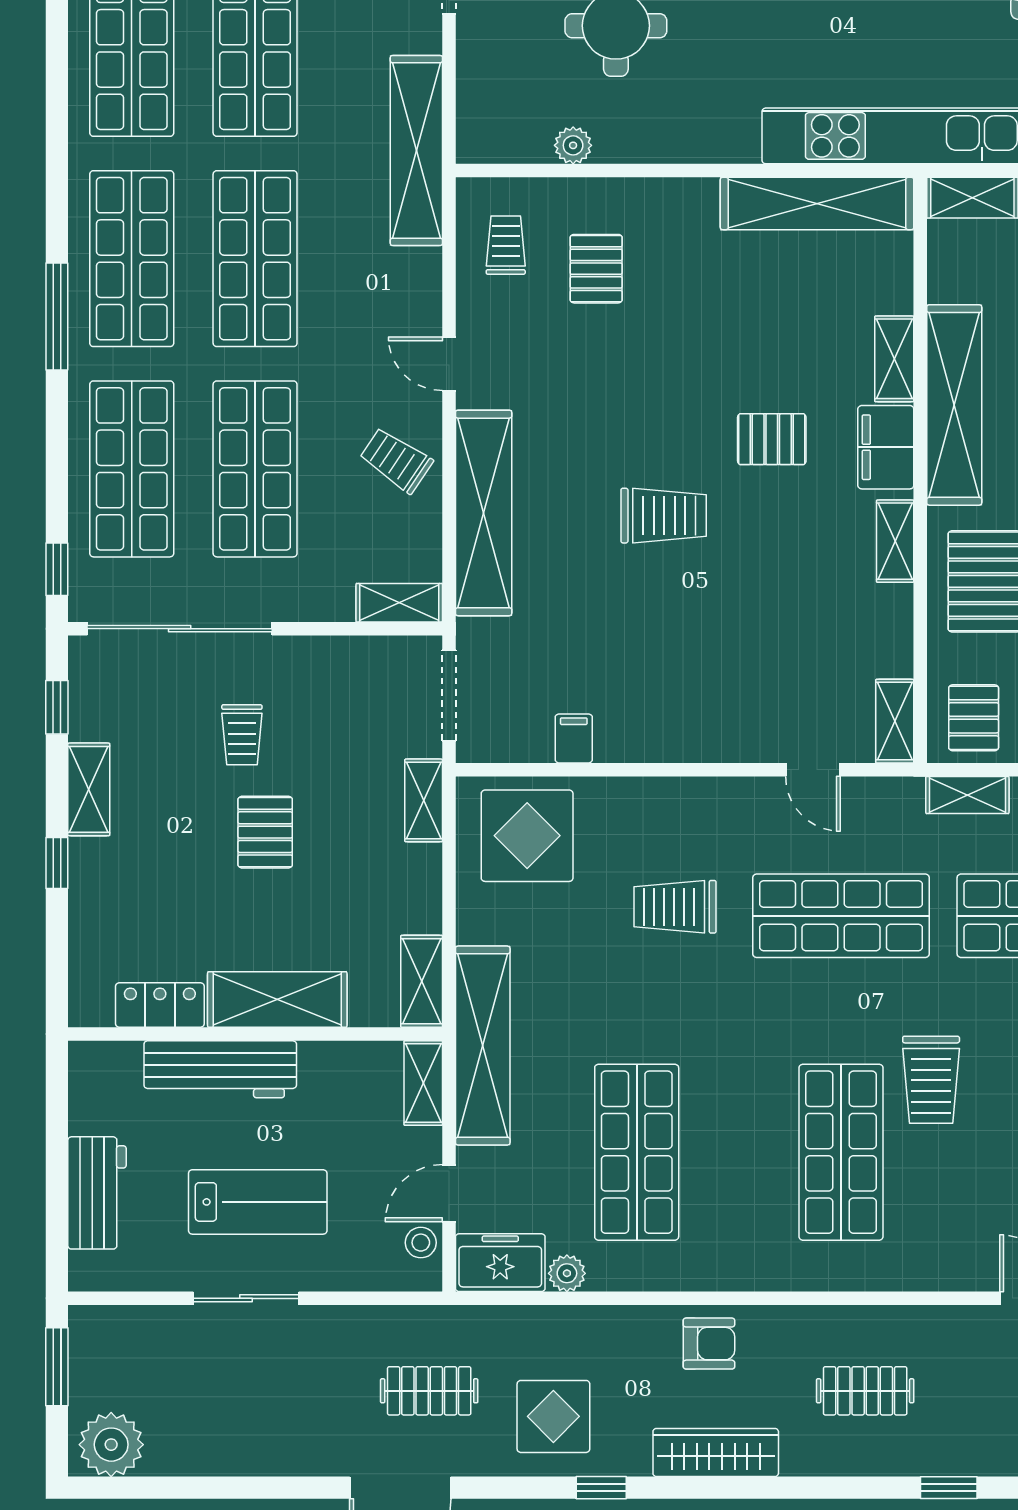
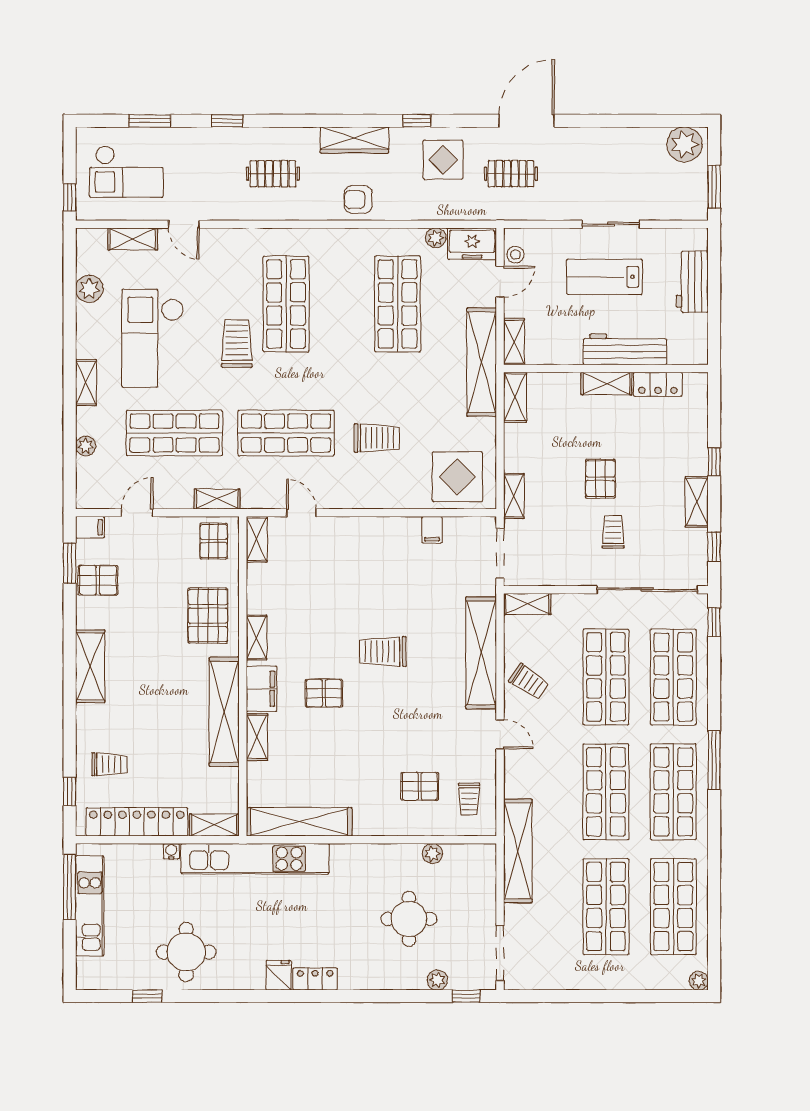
pallet: (596, 269) -> (420, 786), turned 90
shelving: (277, 1000) -> (606, 383), width x0.67, depth x0.75

